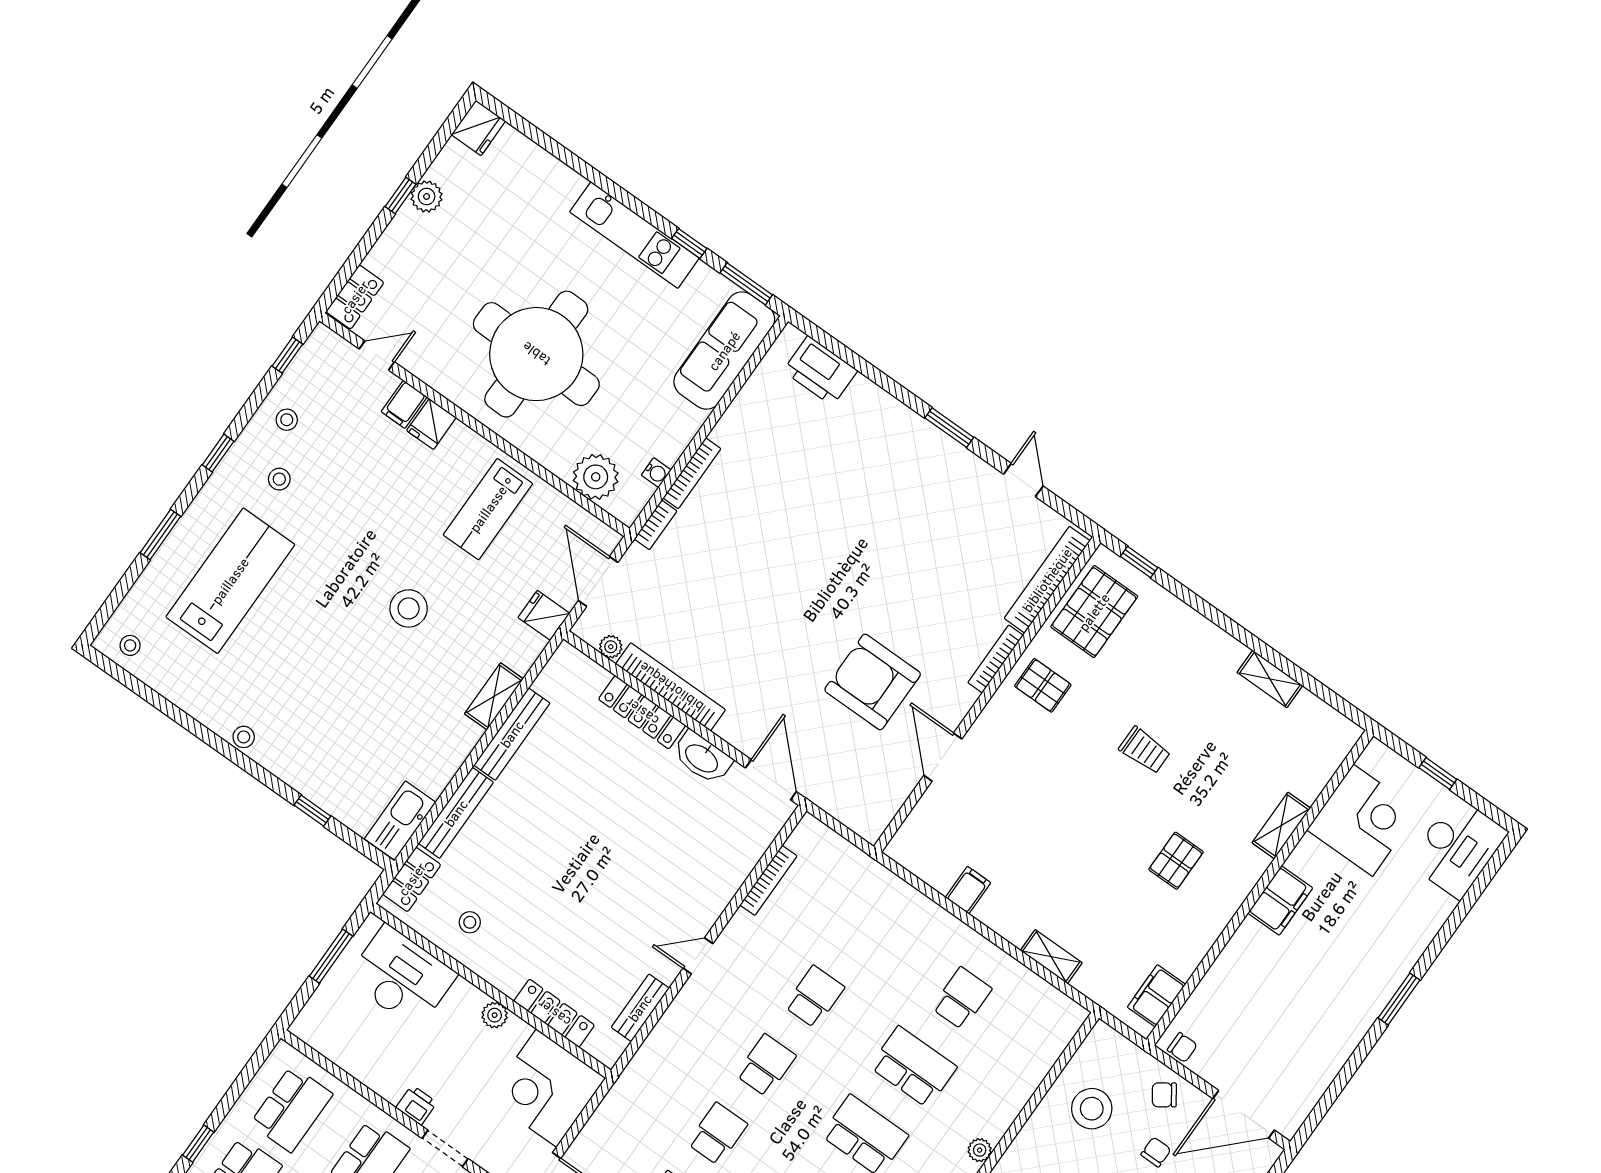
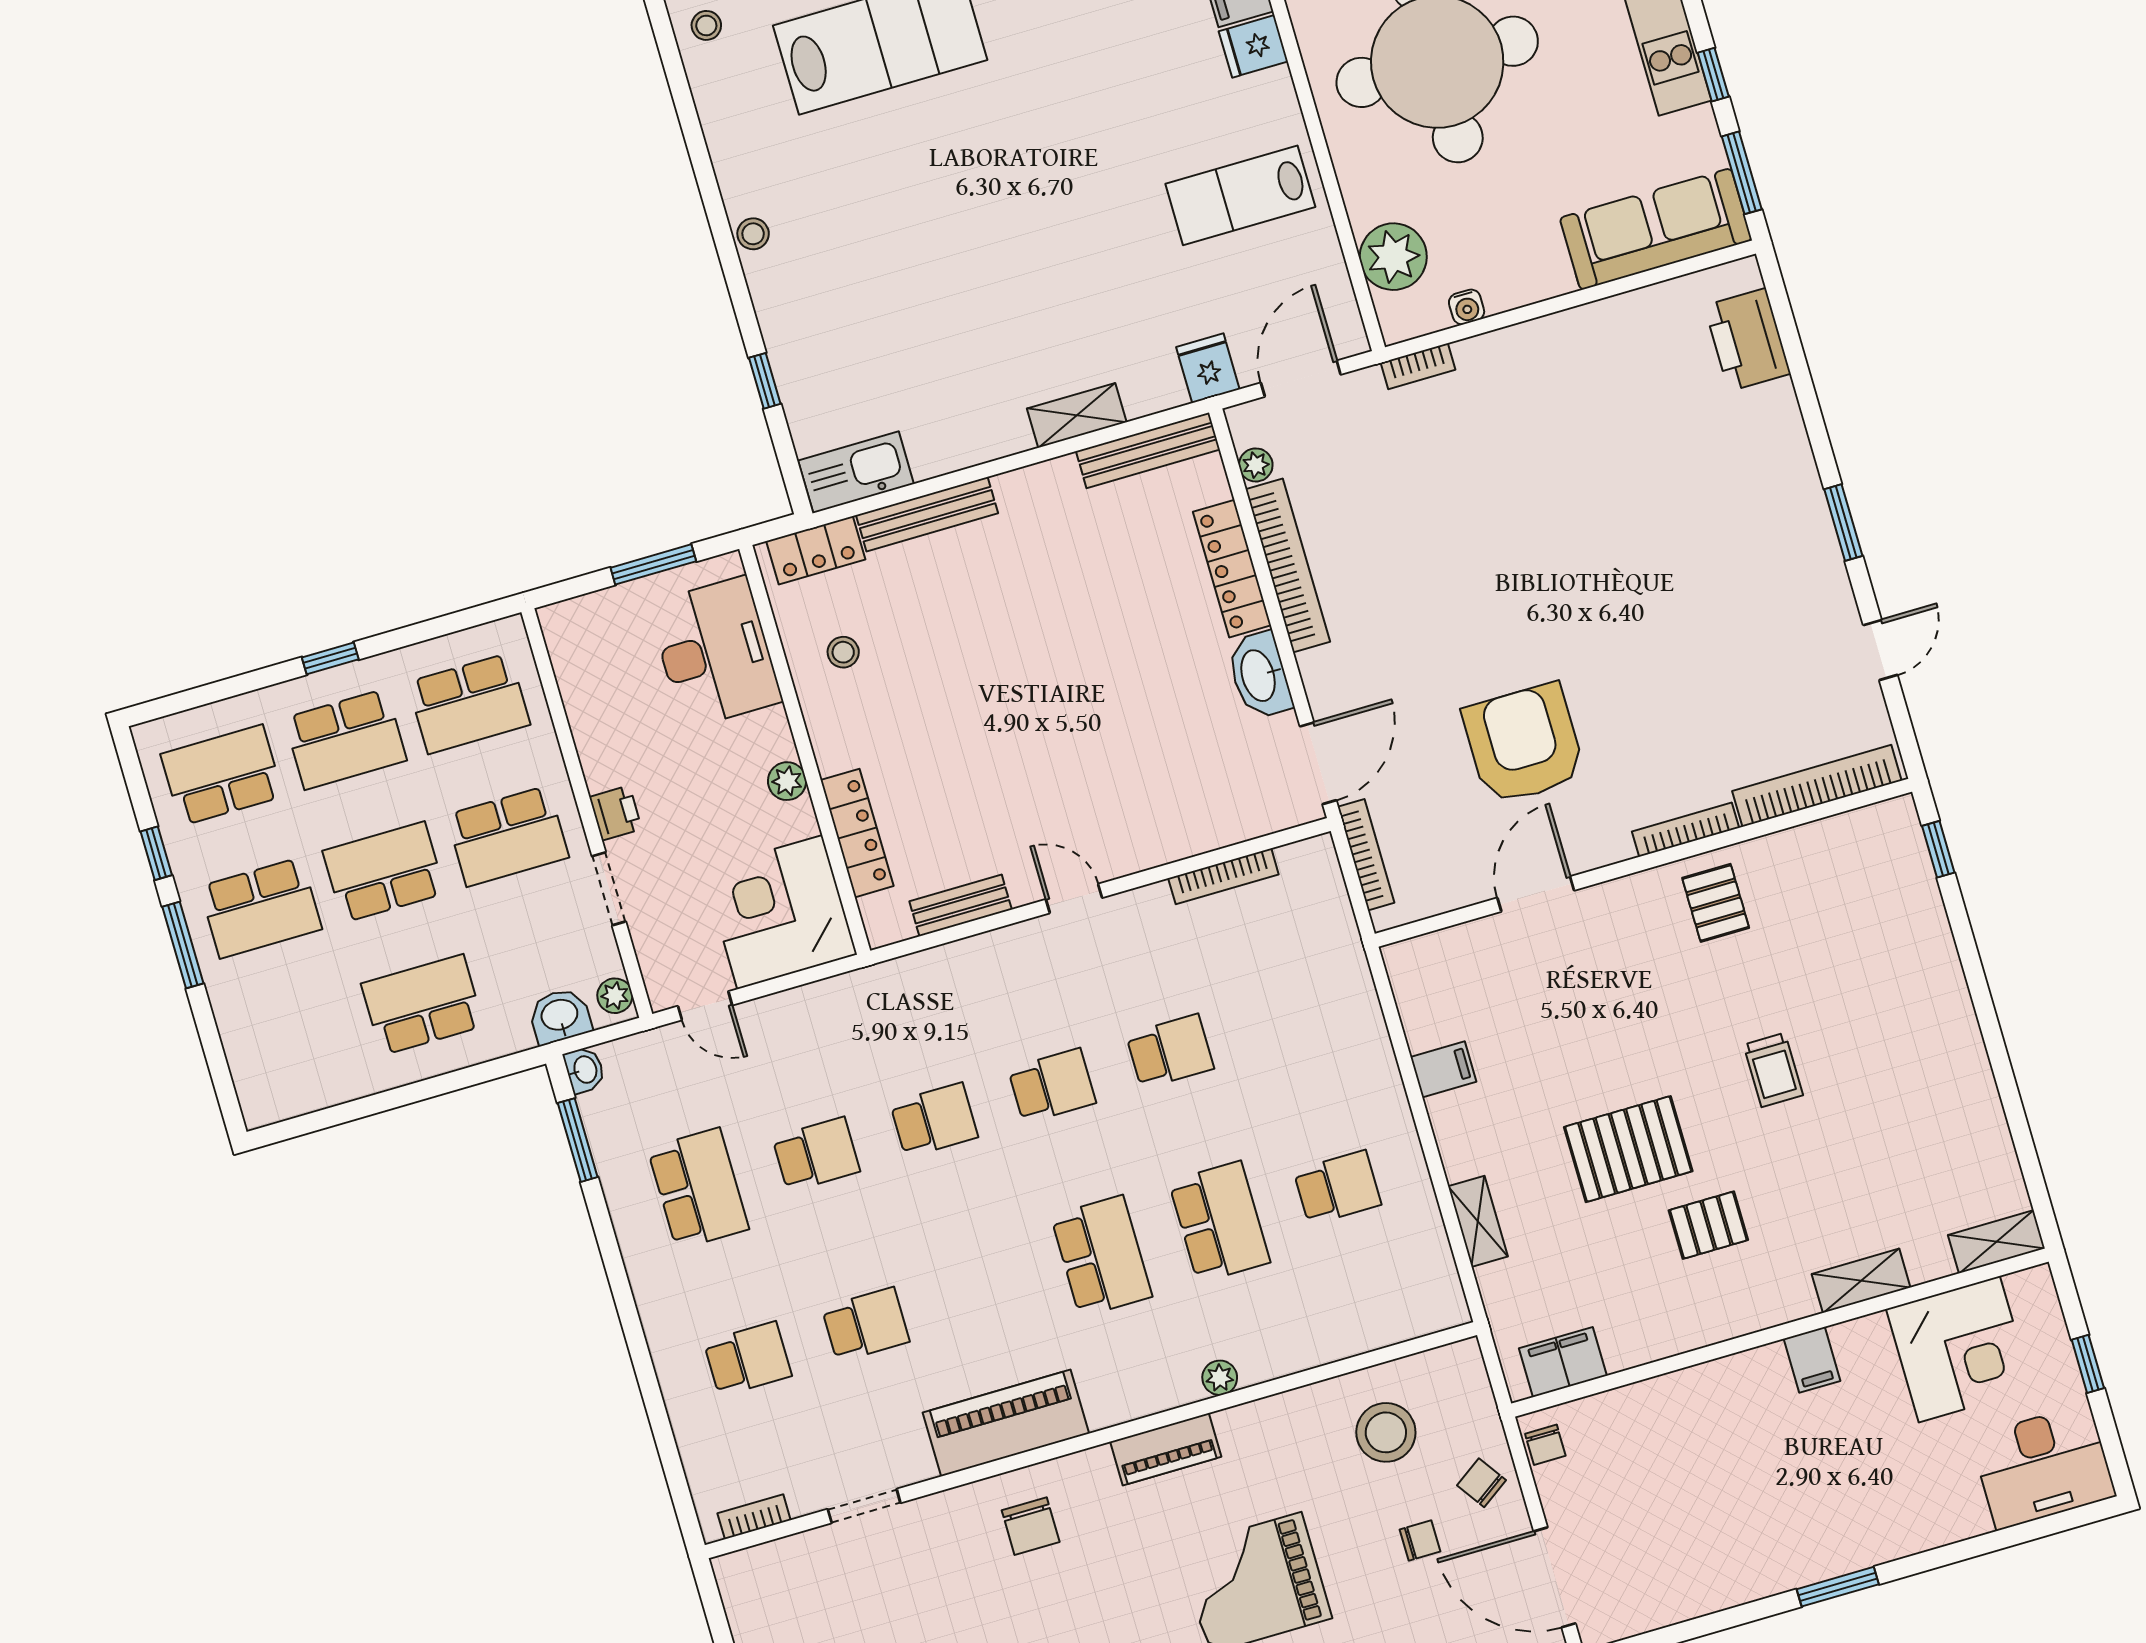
bookcase: (692, 473) -> (1366, 855), moved, turned -90
stool: (409, 608) -> (1059, 237), removed
pallet: (1094, 612) -> (1628, 1149), moved
shelving: (1270, 679) -> (1996, 1242), moved, turned 90
bench: (512, 734) -> (1148, 450), moved
filing cabinet: (1280, 900) -> (1812, 1360), width x0.50

